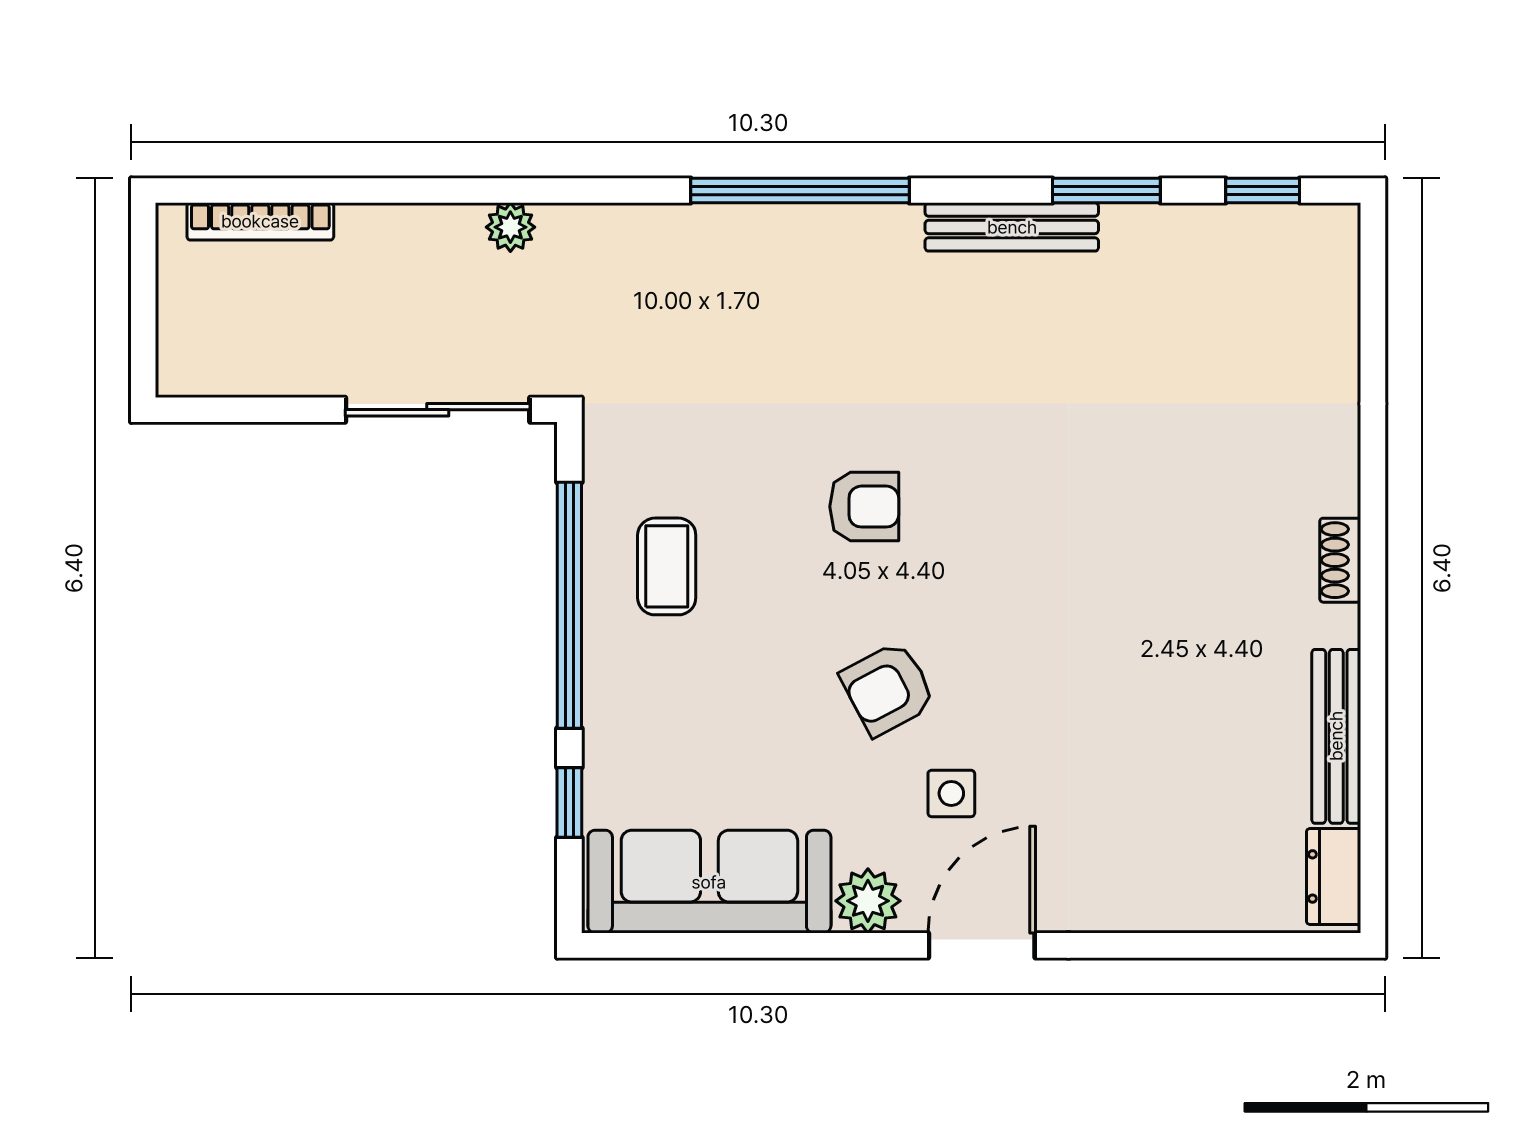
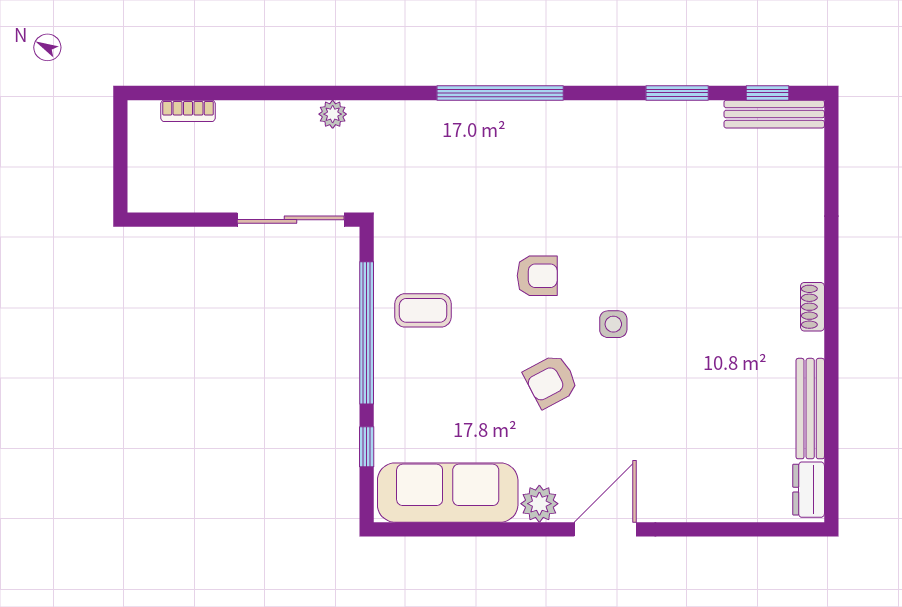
bookcase: (260, 221) -> (188, 111), width x0.64
bench: (1012, 227) -> (774, 114), moved
coffee table: (667, 566) -> (423, 310), turned 90
side table: (951, 793) -> (613, 324), moved

